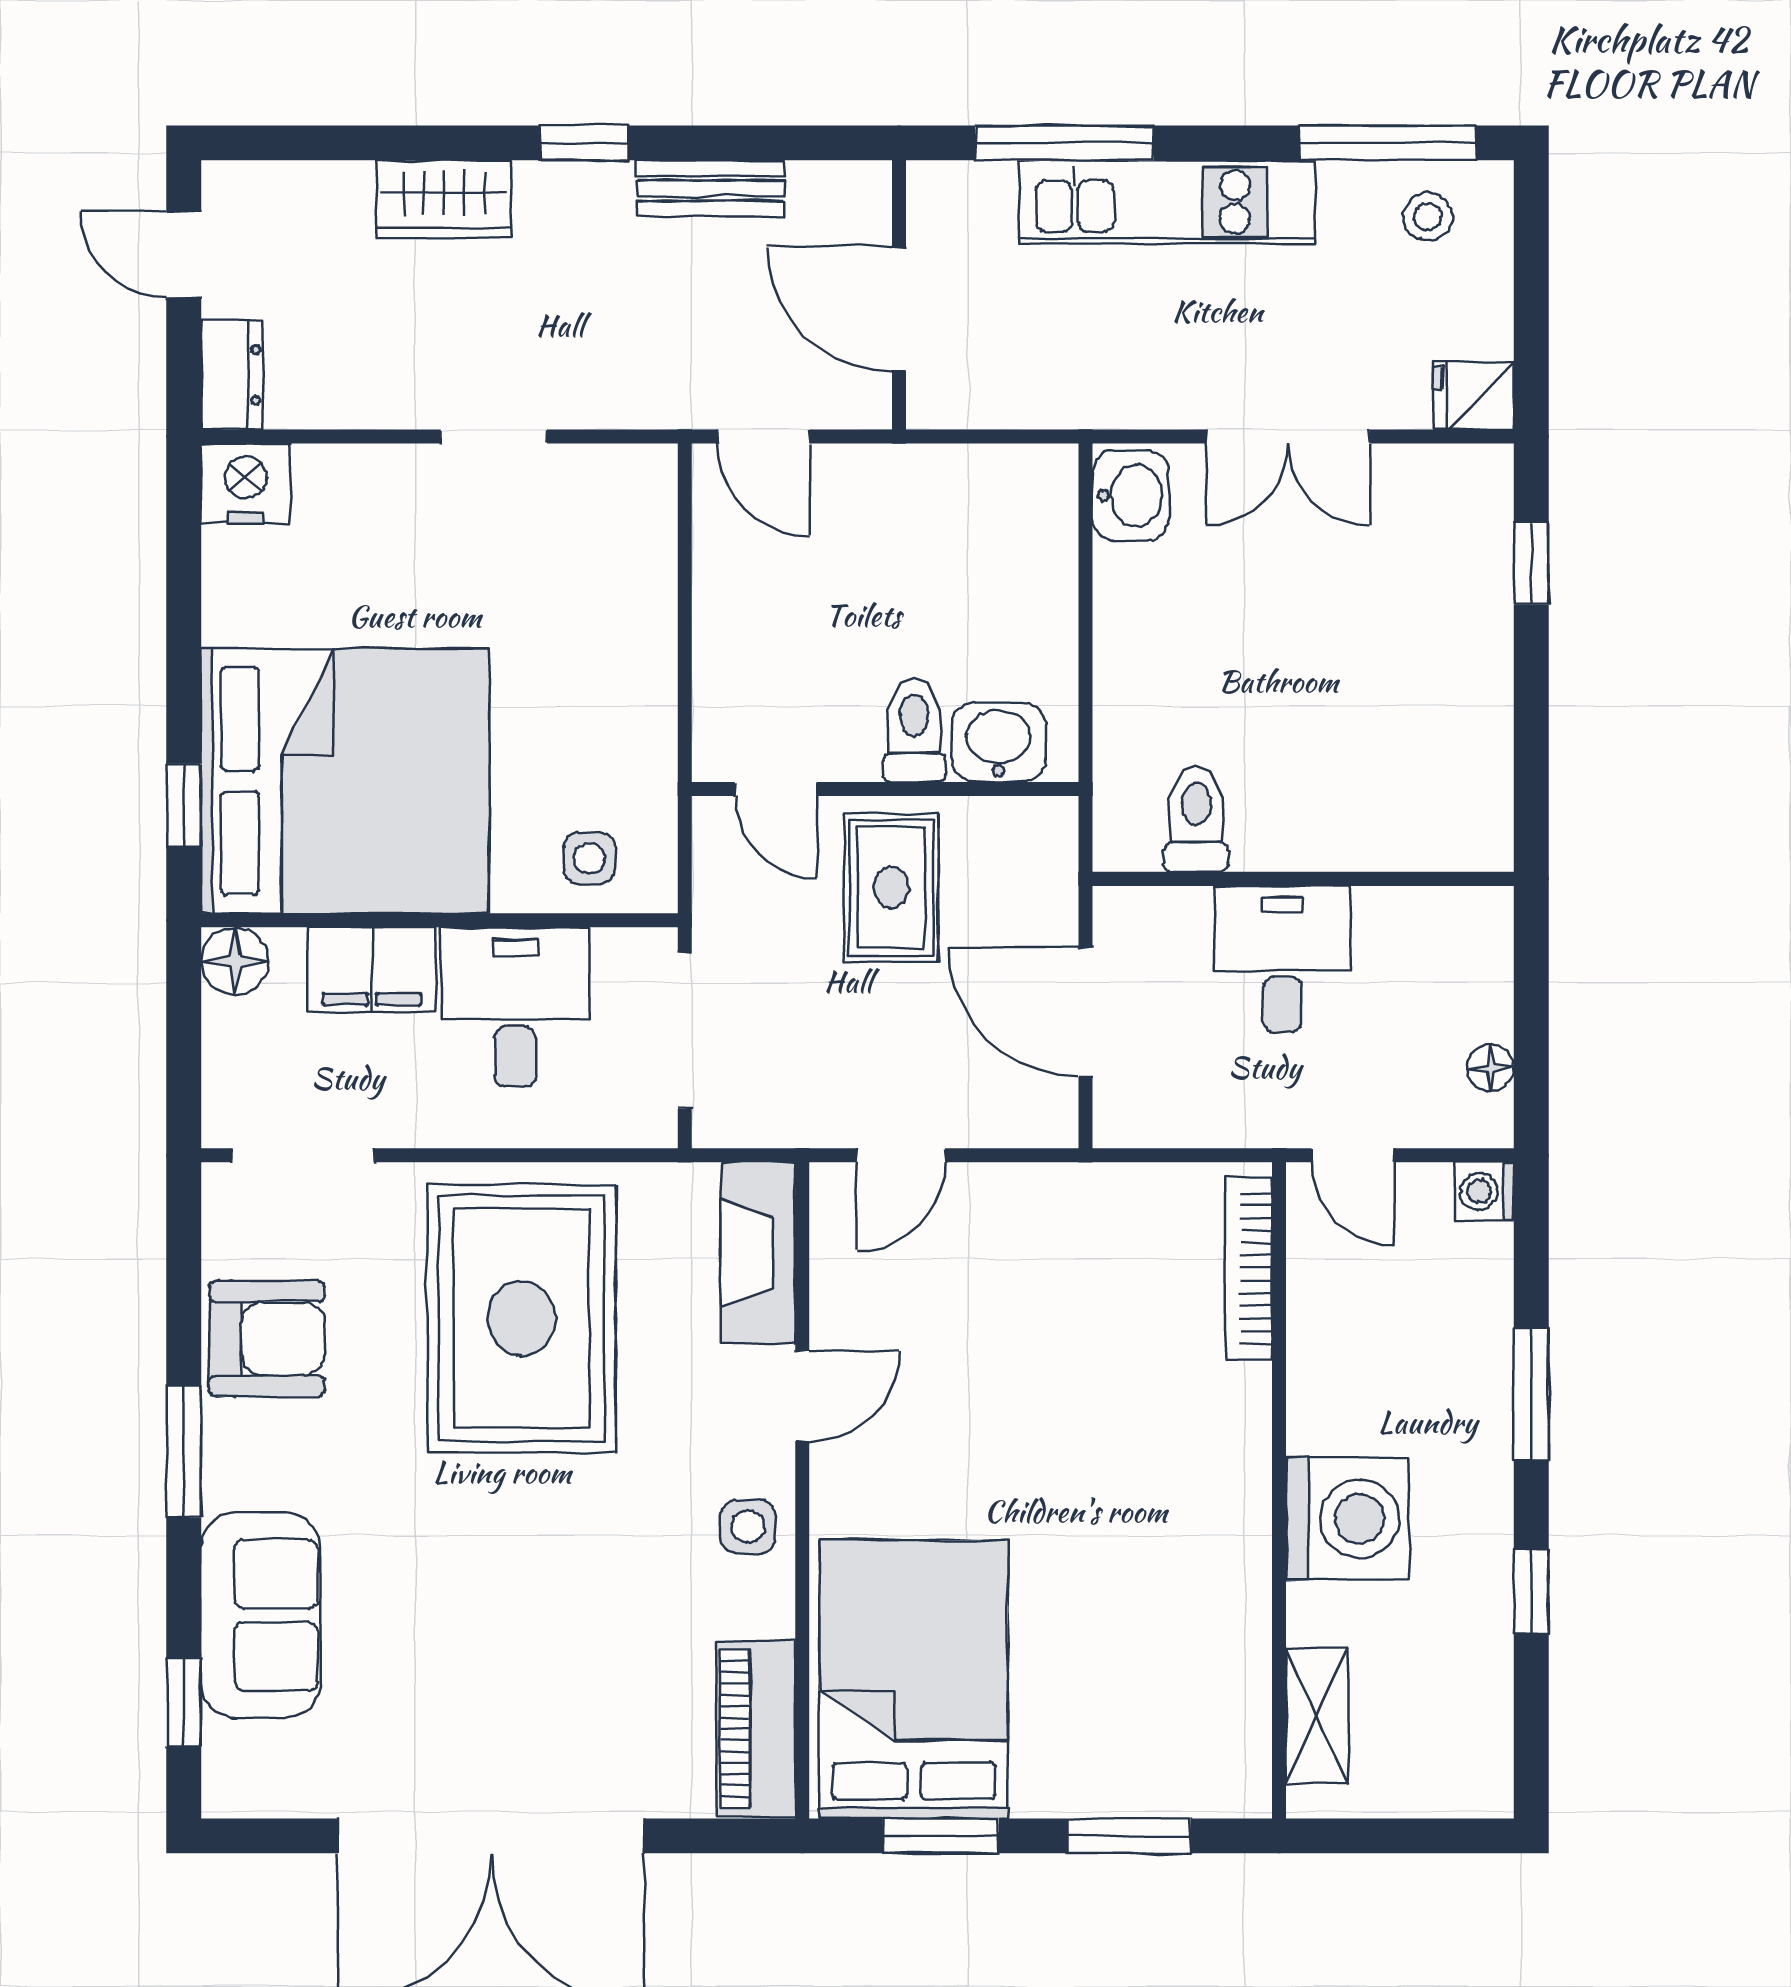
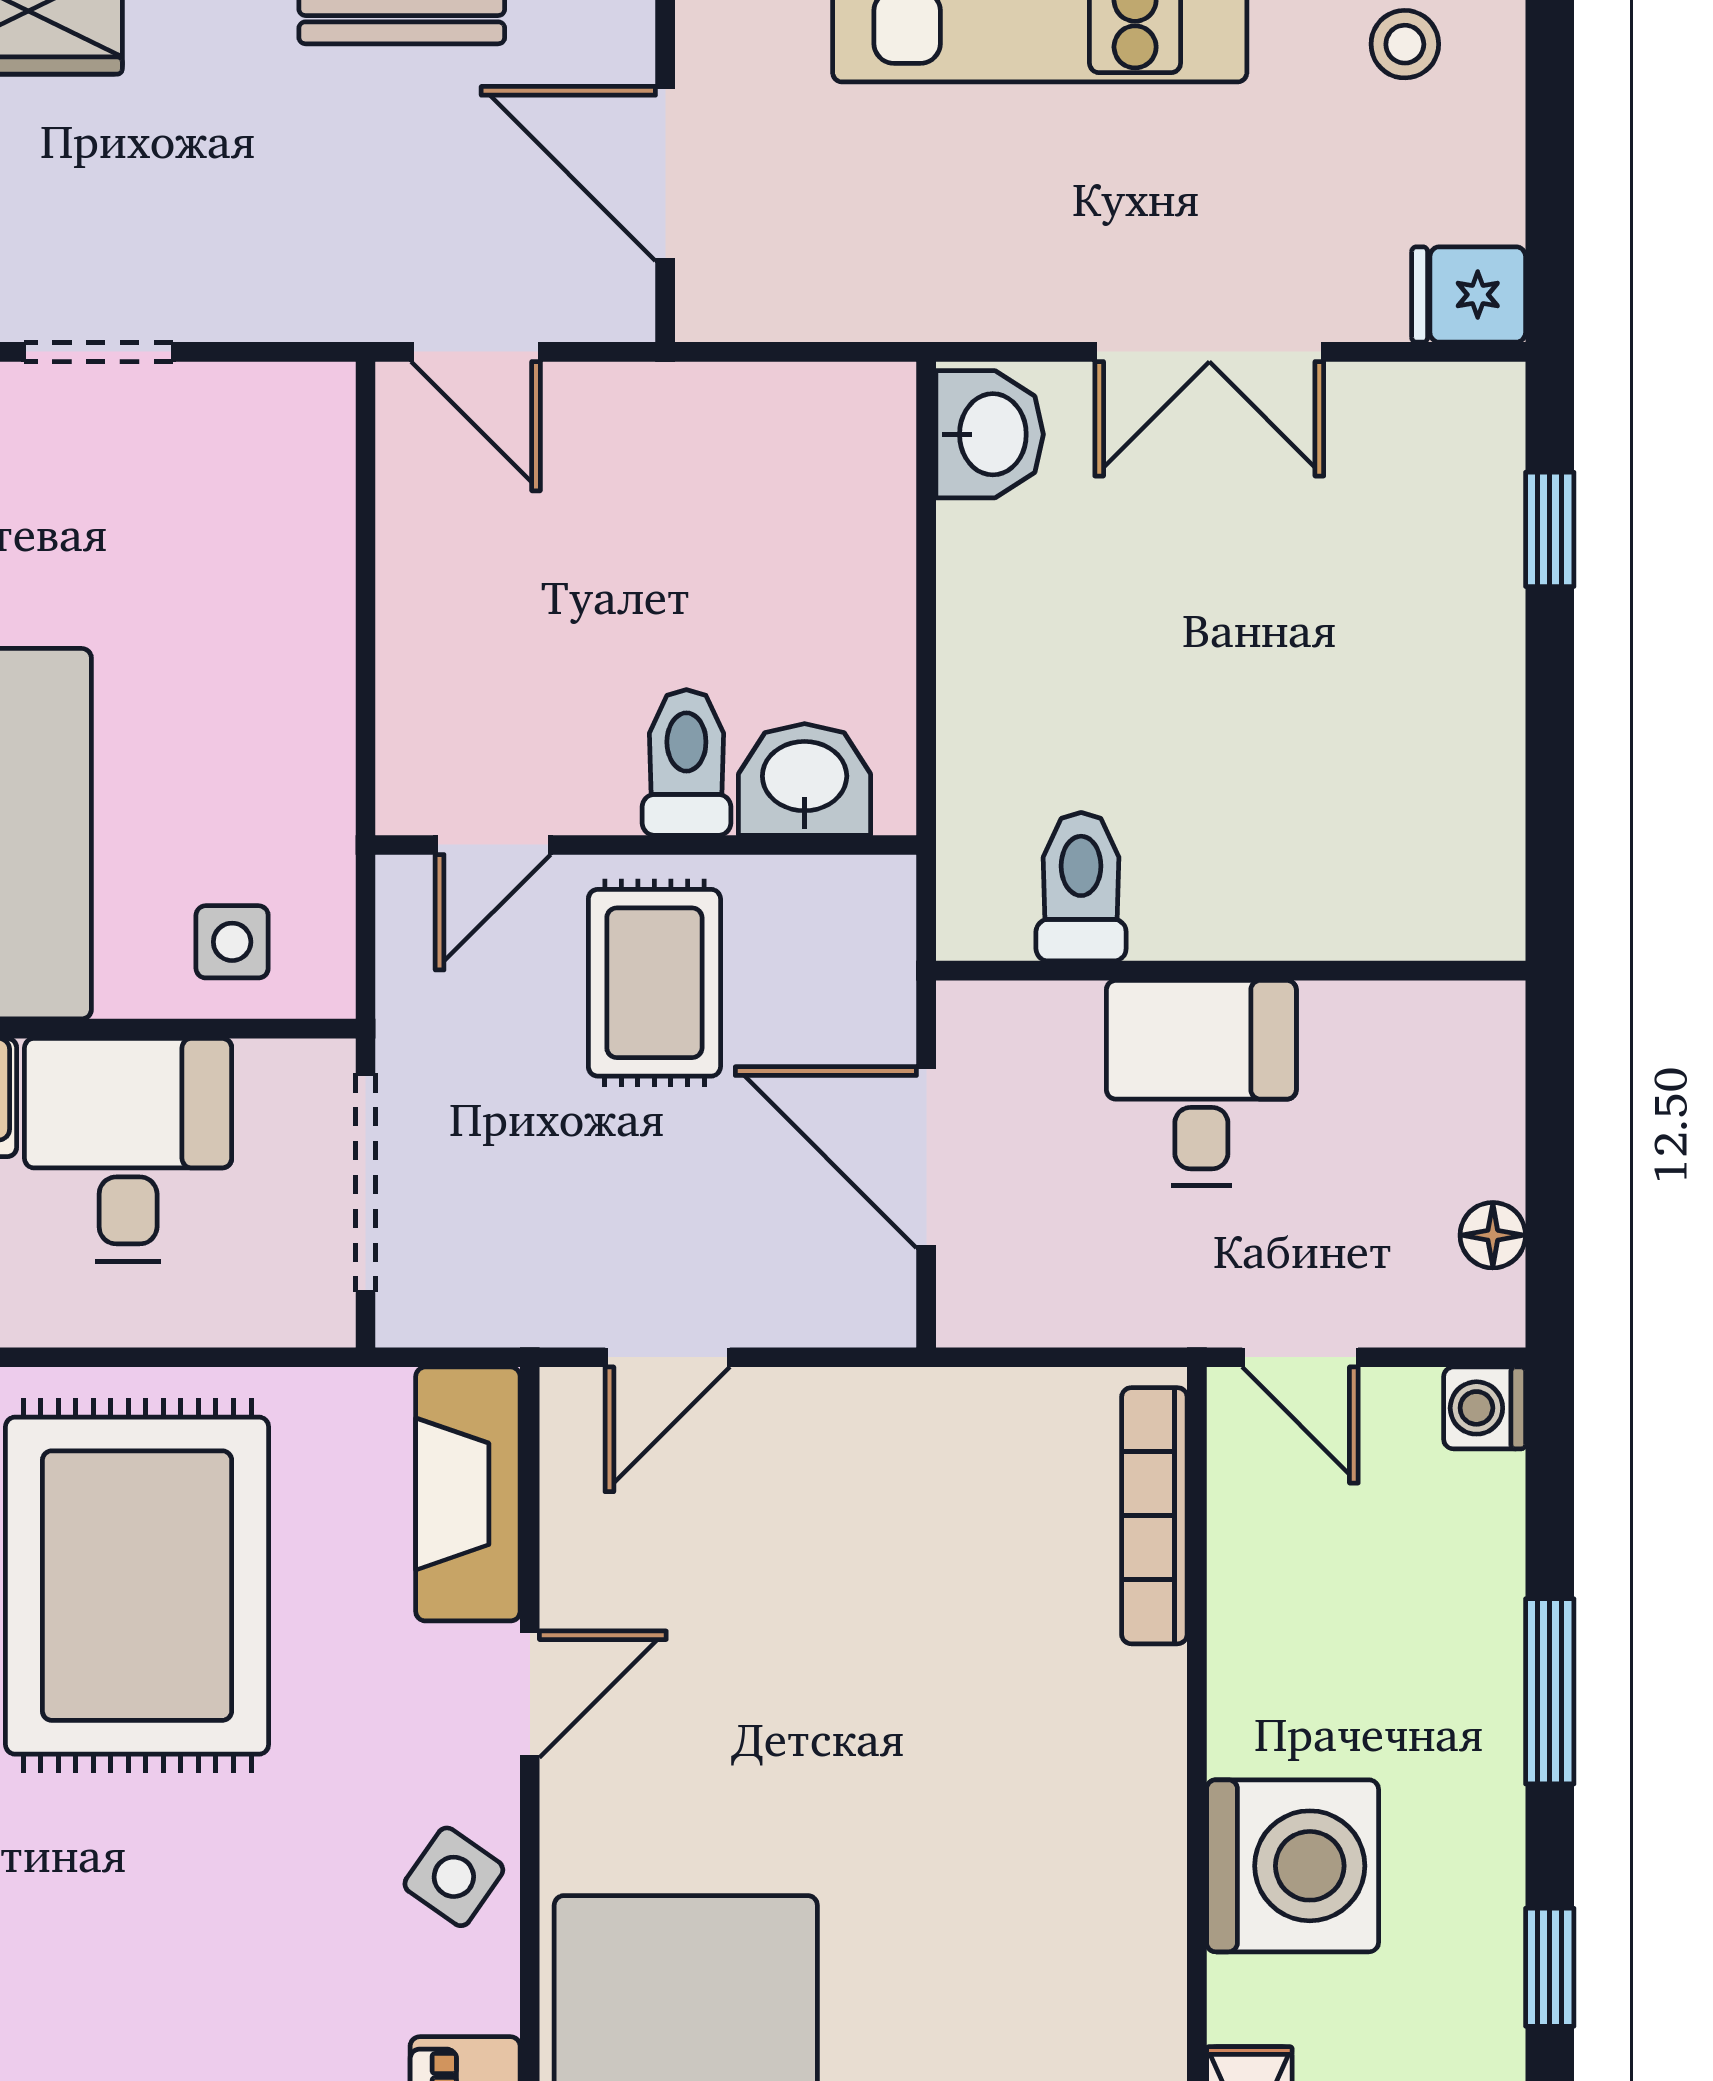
door: (776, 789) -> (493, 845), hinge flipped
side table: (748, 1527) -> (454, 1877), turned 35

